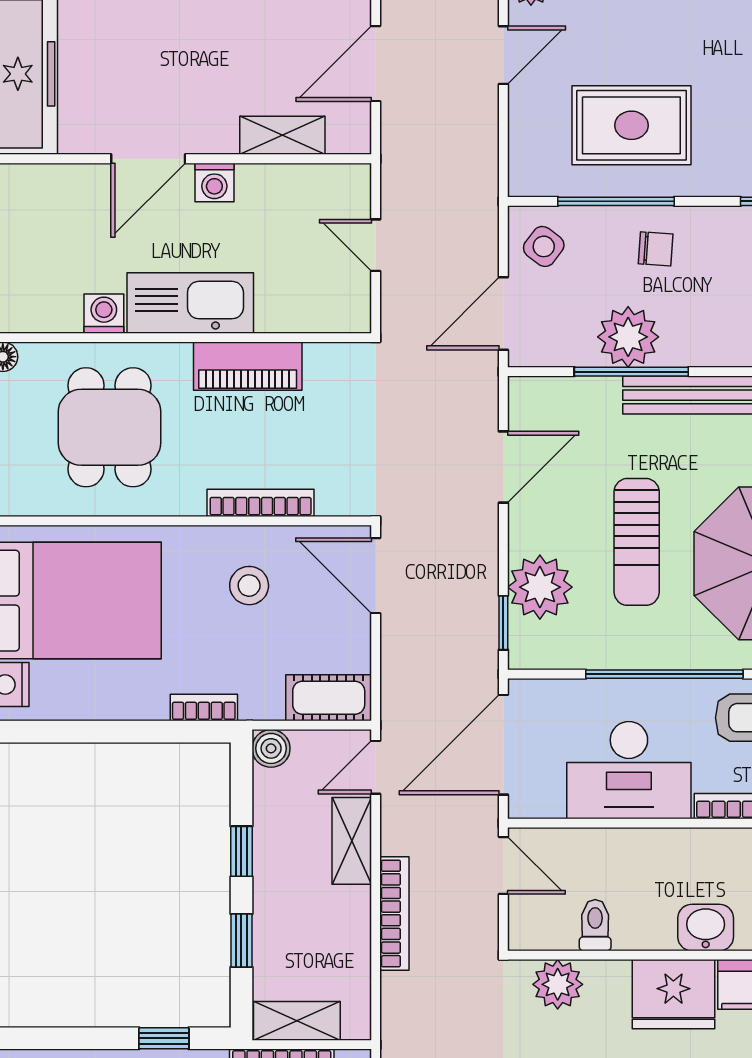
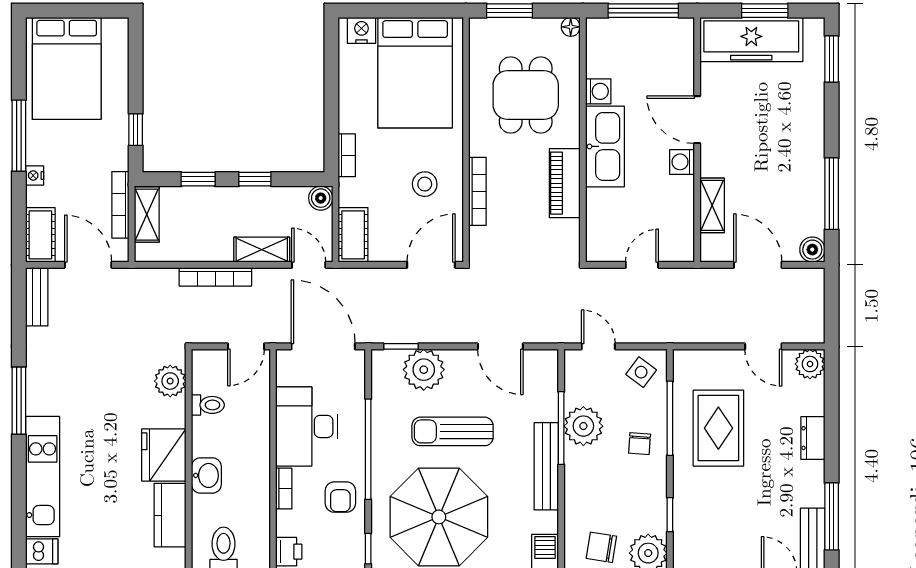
door: (503, 313) -> (598, 346), width x0.73
dining table: (110, 427) -> (526, 95), turned 90

